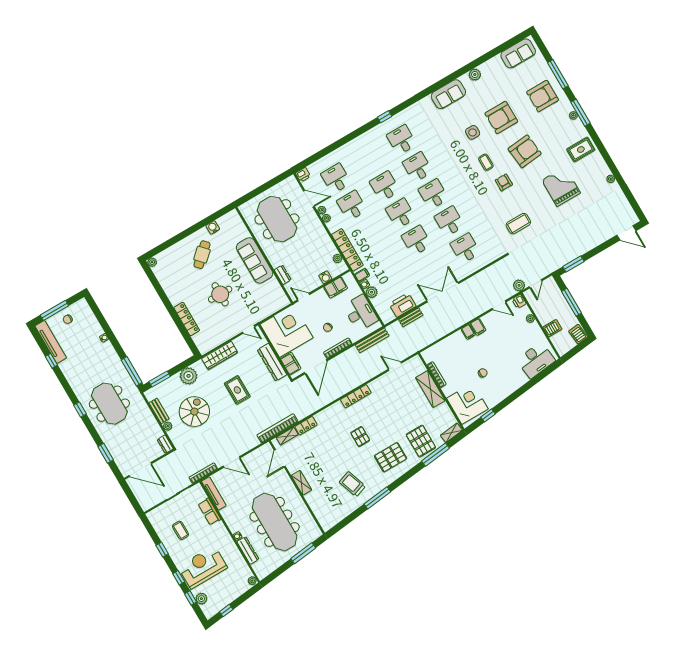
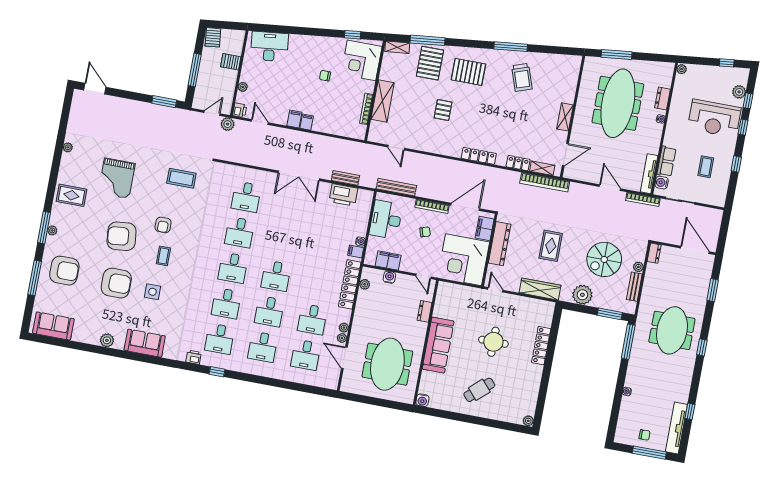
printer: (303, 175) -> (194, 357), moved
water cooler: (213, 227) -> (422, 400), moved
desk: (417, 240) -> (263, 347), moved
plant: (372, 292) -> (360, 229), removed
locker: (356, 396) -> (479, 156), moved
pallet: (360, 436) -> (443, 110), moved
water cooler: (201, 495) -> (662, 183), added
dresser: (248, 550) -> (662, 99), width x0.70

